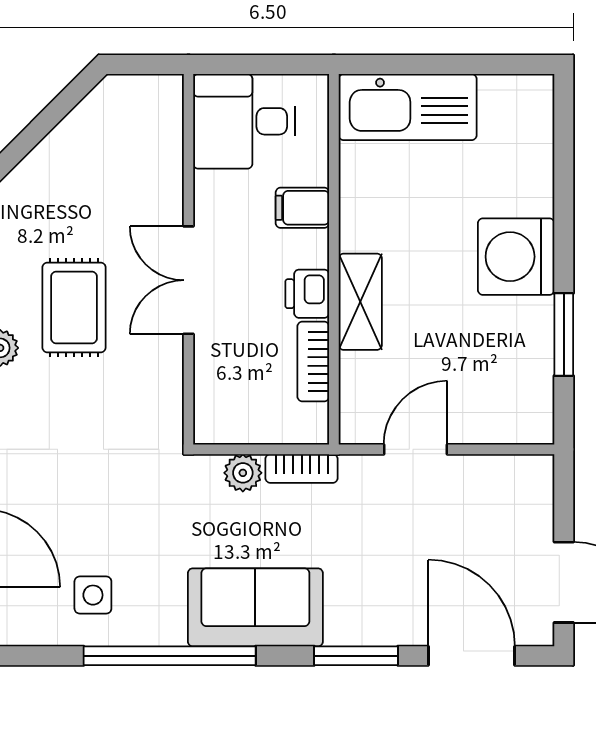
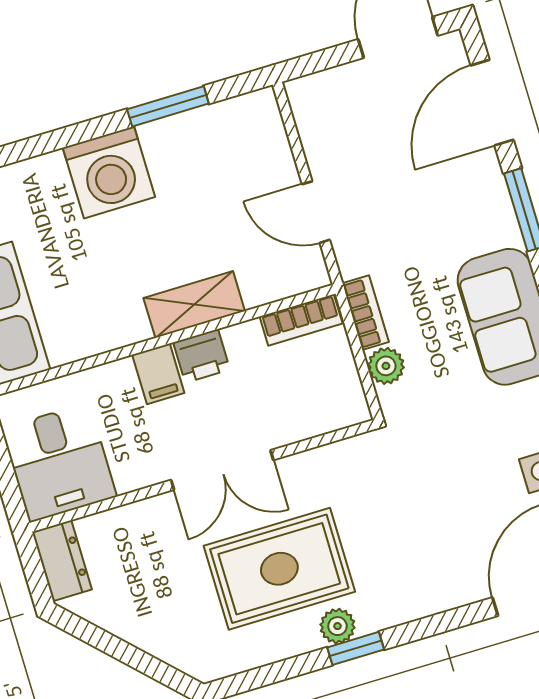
dresser: (146, 95) -> (62, 561), added
filing cabinet: (302, 208) -> (158, 374), moved
rug: (74, 307) -> (279, 569), width x1.36, depth x1.43
bookcase: (313, 362) -> (301, 320), moved

